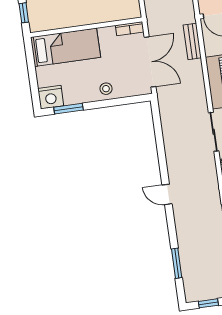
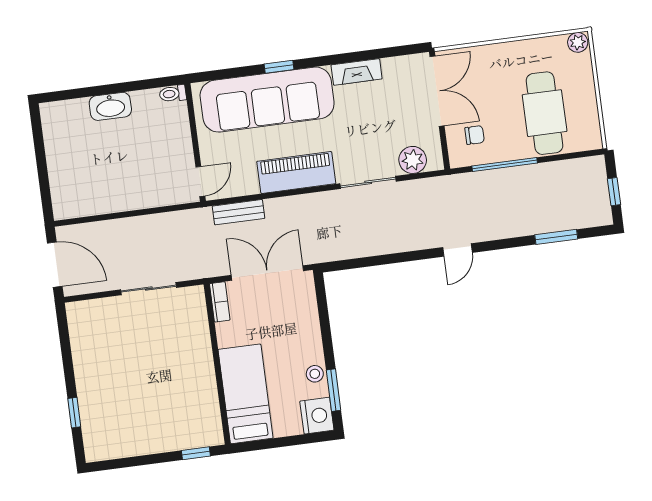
stool: (106, 89) -> (315, 374), moved

